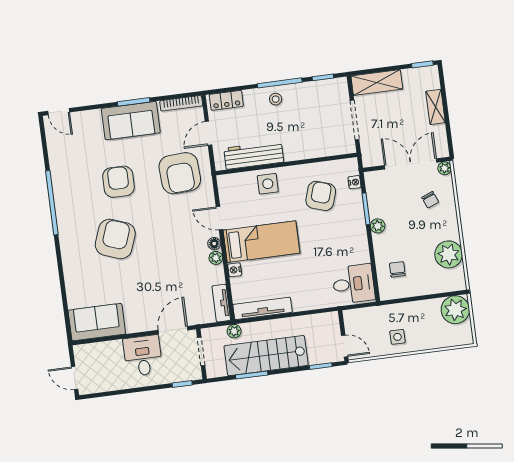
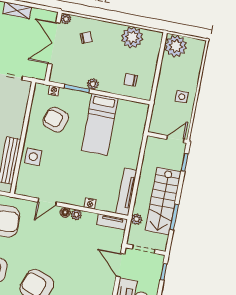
bed: (262, 242) -> (100, 124), moved, turned 180
desk: (354, 284) -> (131, 117), removed

